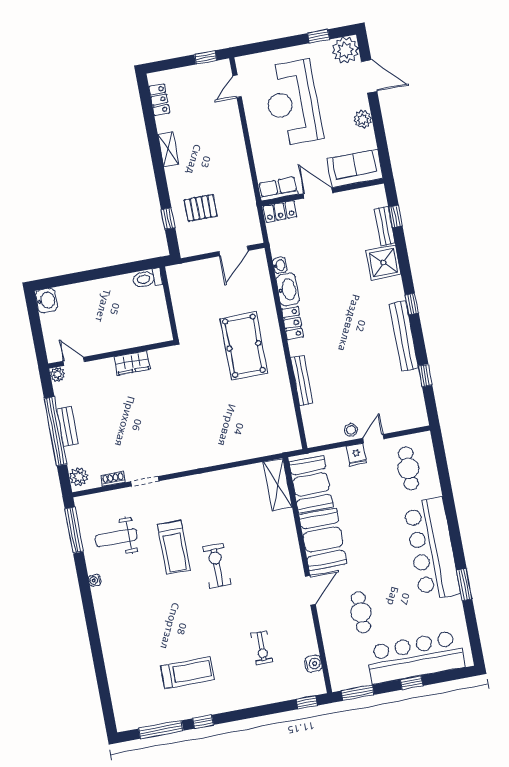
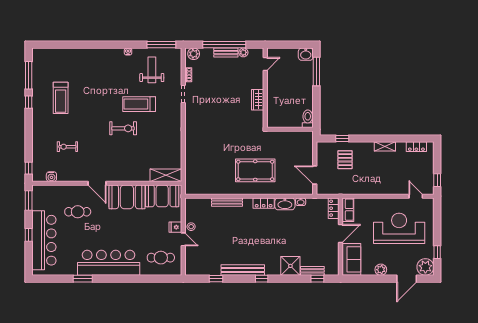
window: (70, 279) -> (316, 71), added
plant: (57, 374) -> (243, 52), moved

